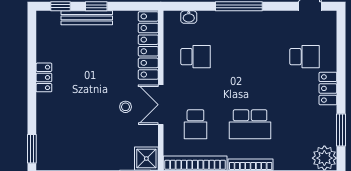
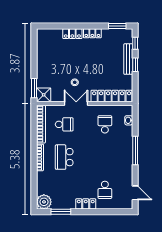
school desk: (195, 57) -> (105, 124), turned 180
locker: (45, 111) -> (72, 34), added
school desk: (195, 124) -> (64, 124), turned 180
window: (32, 149) -> (117, 26), moved

